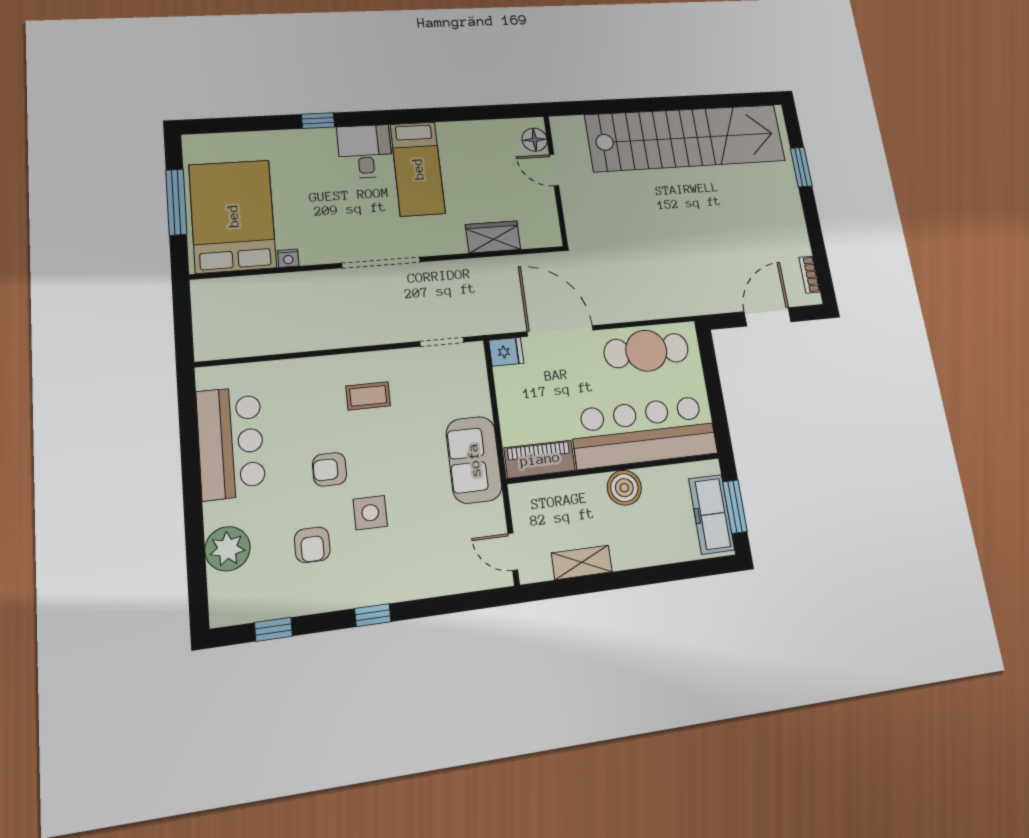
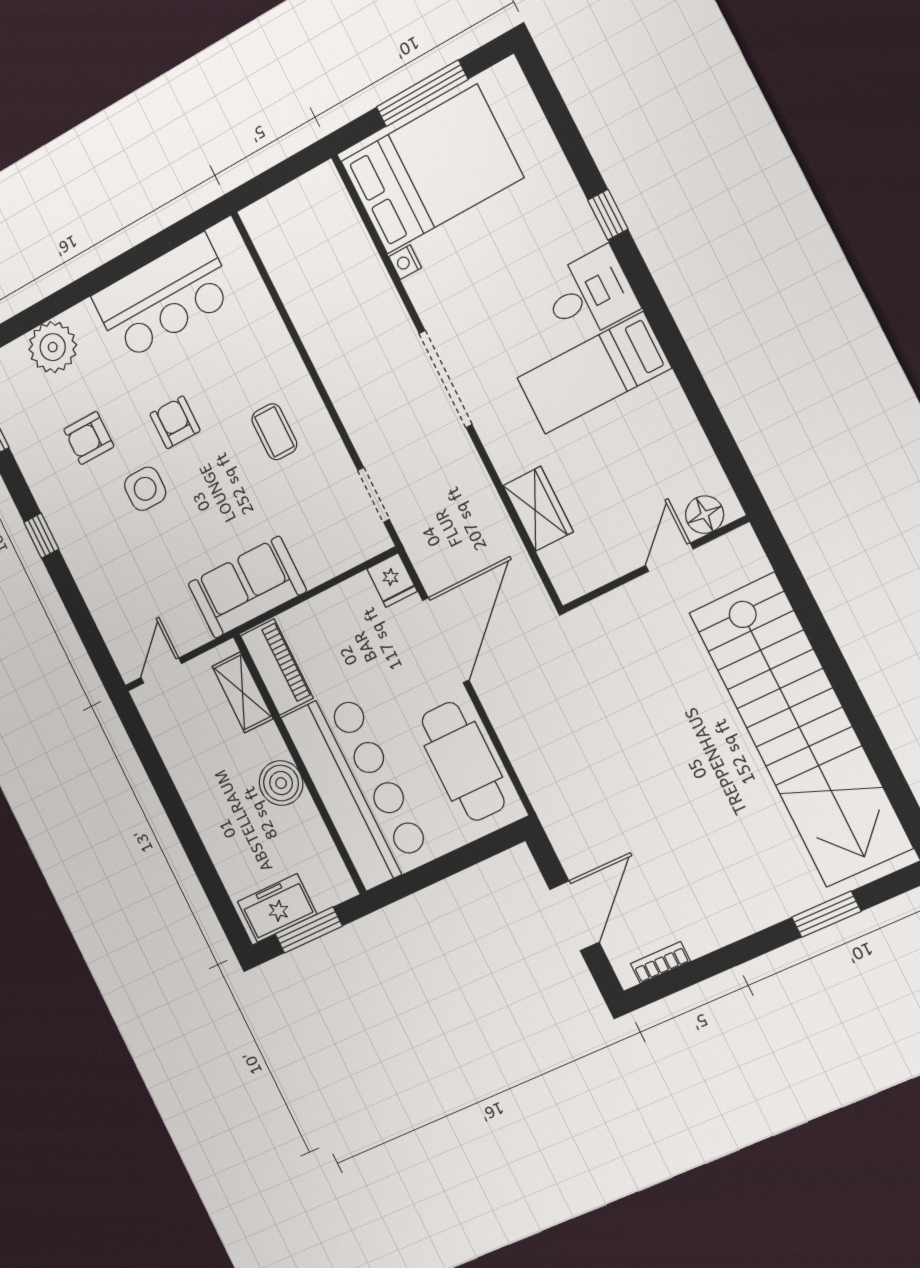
door: (768, 317) -> (574, 916), hinge flipped
freezer: (712, 514) -> (277, 908), width x0.71
shelving: (582, 562) -> (243, 692), moved

